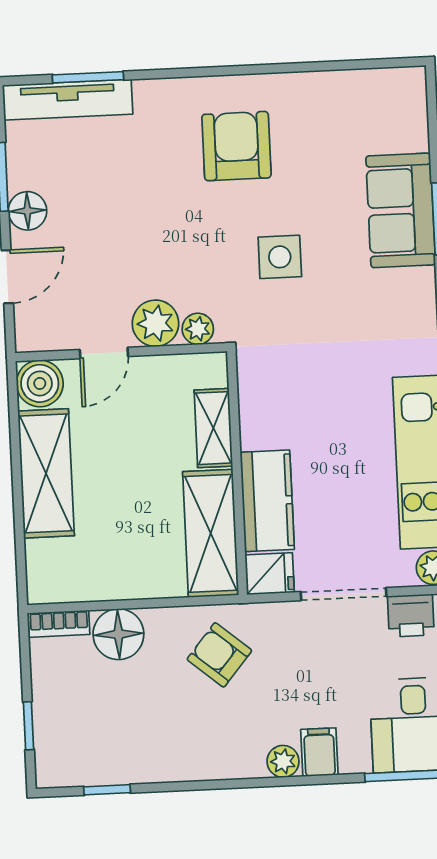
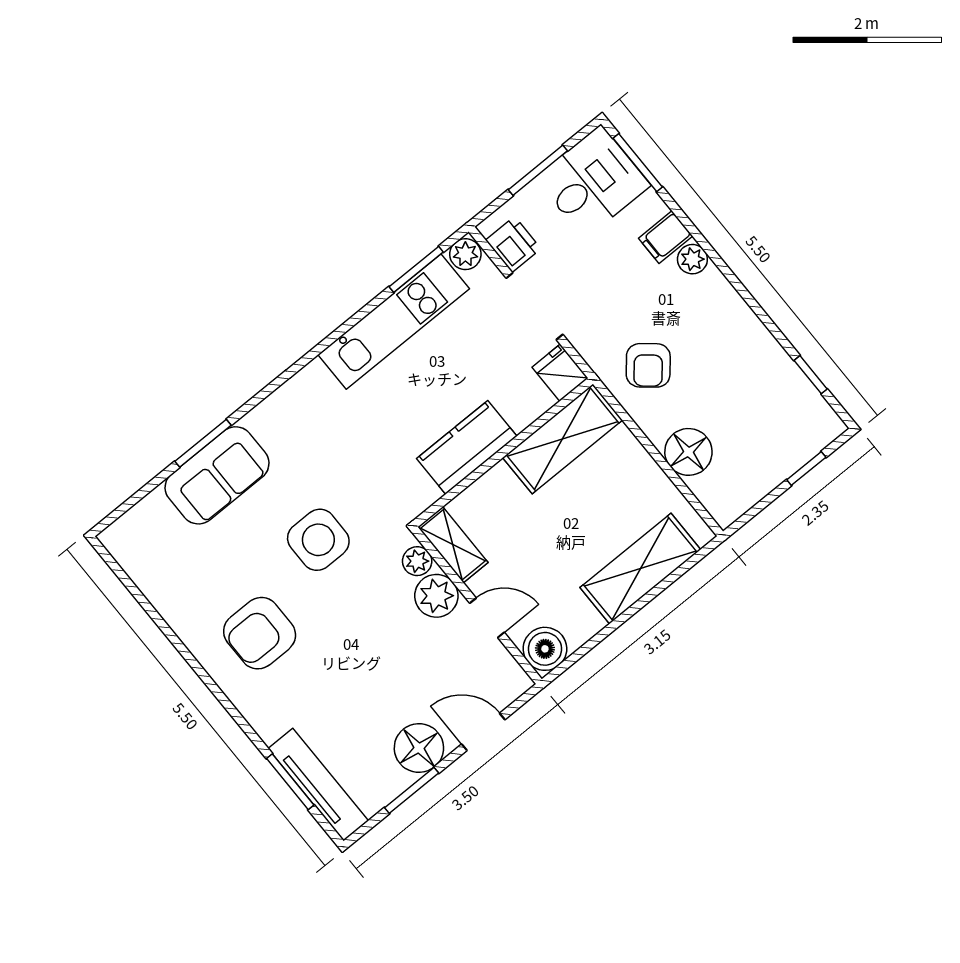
floor lamp: (27, 211) -> (419, 748), width x1.38, depth x1.38
side table: (280, 257) -> (318, 540), width x1.37, depth x1.37
shelving: (213, 428) -> (453, 545), moved, turned 90
shelving: (46, 473) -> (640, 569), moved
kitchen counter: (267, 501) -> (467, 447), moved
bookcase: (59, 624) -> (714, 502), removed

